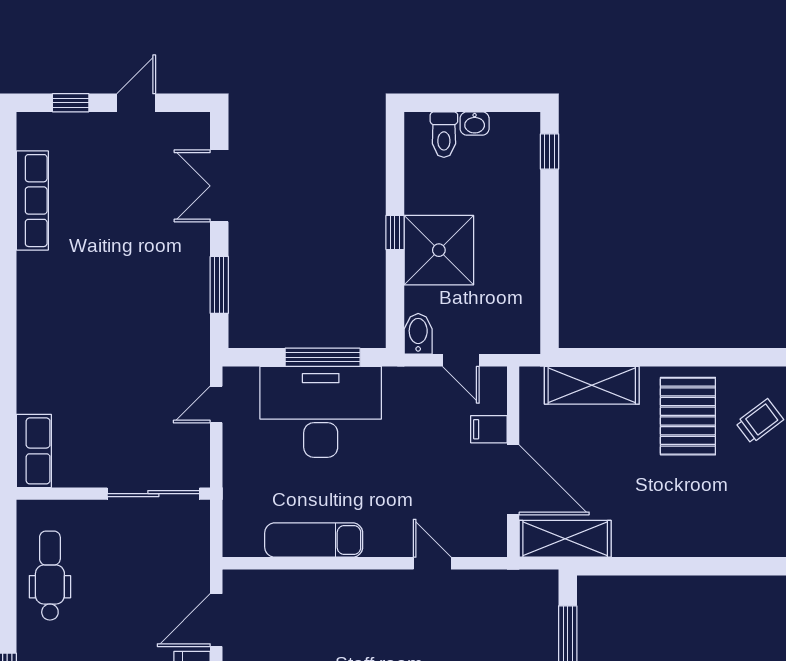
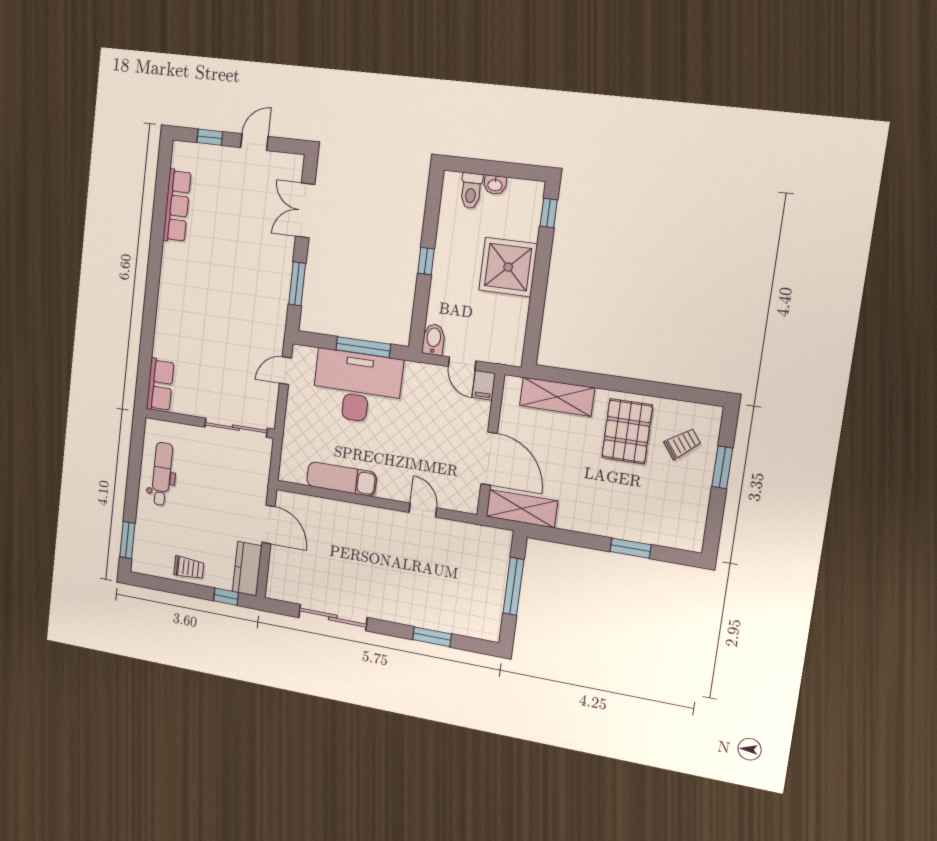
shower: (439, 250) -> (508, 267), moved
filing cabinet: (489, 429) -> (484, 385), moved, turned -90
window: (713, 566) -> (630, 548), added
door: (216, 620) -> (268, 524), swing flipped

